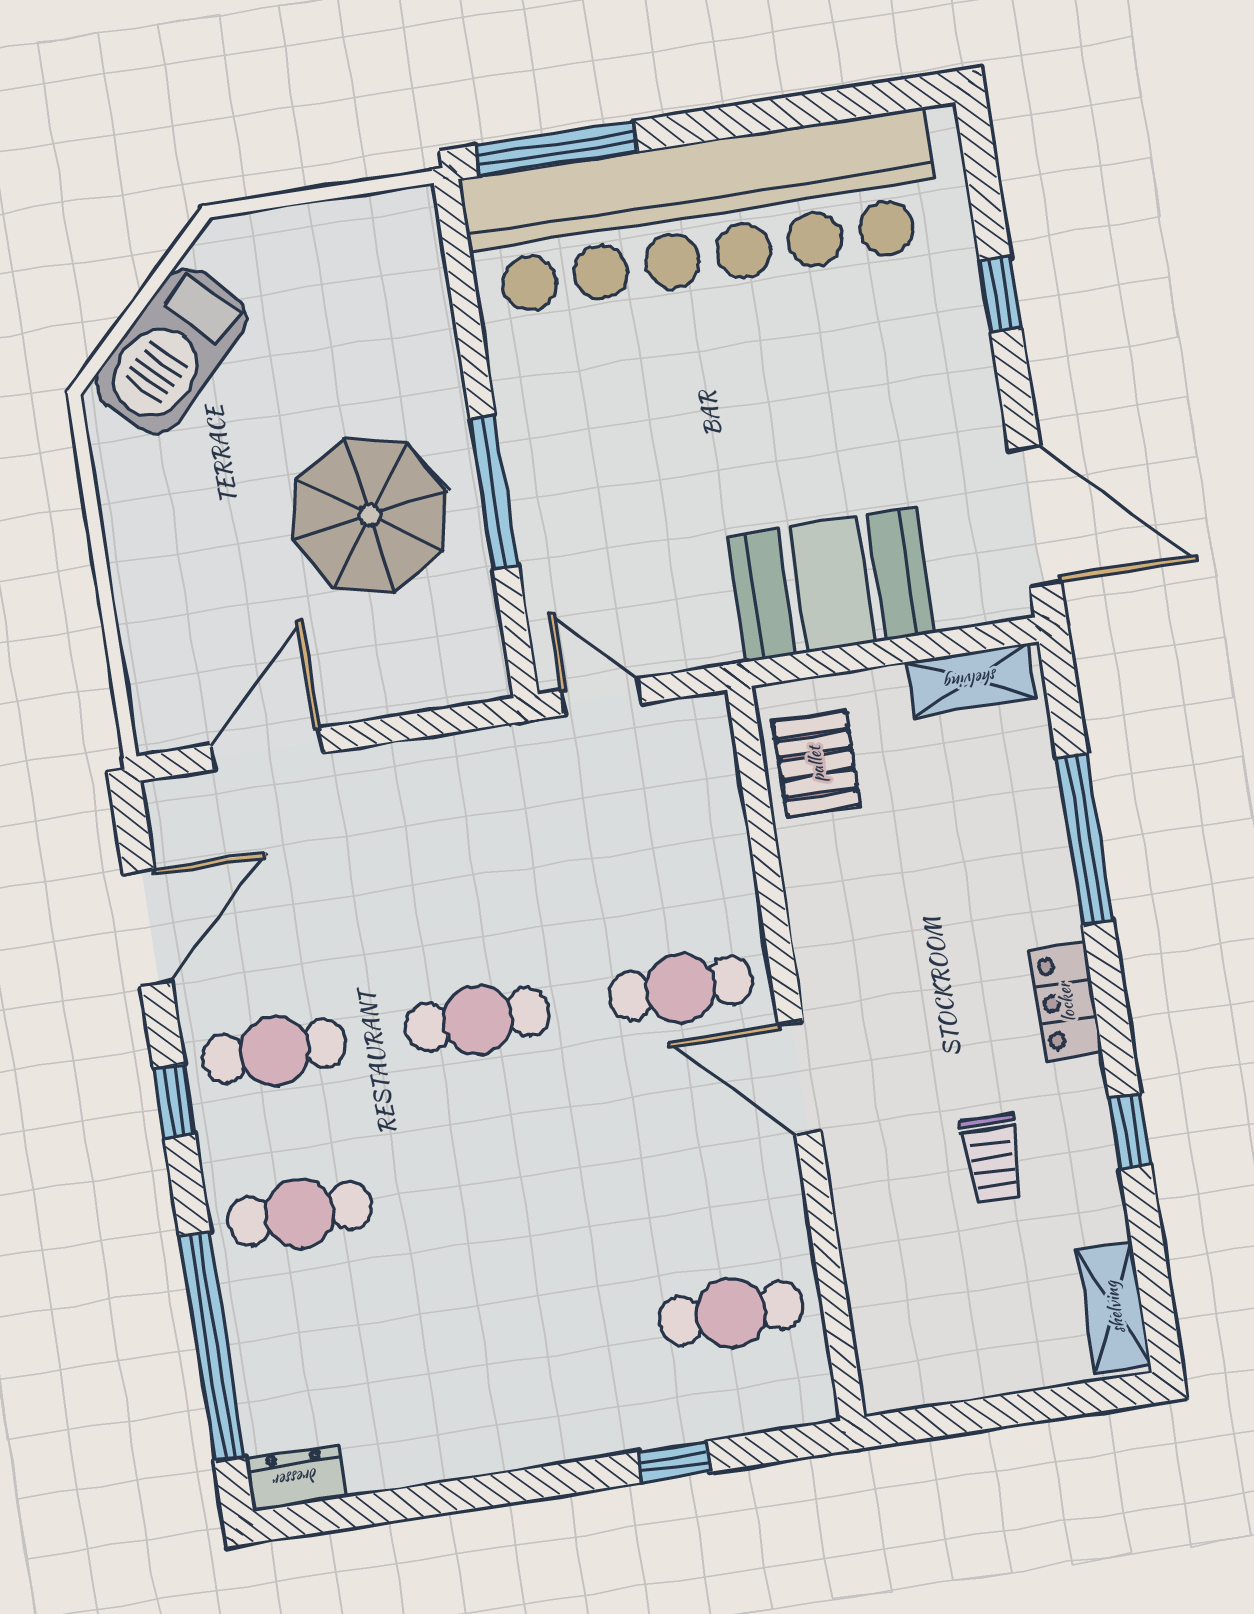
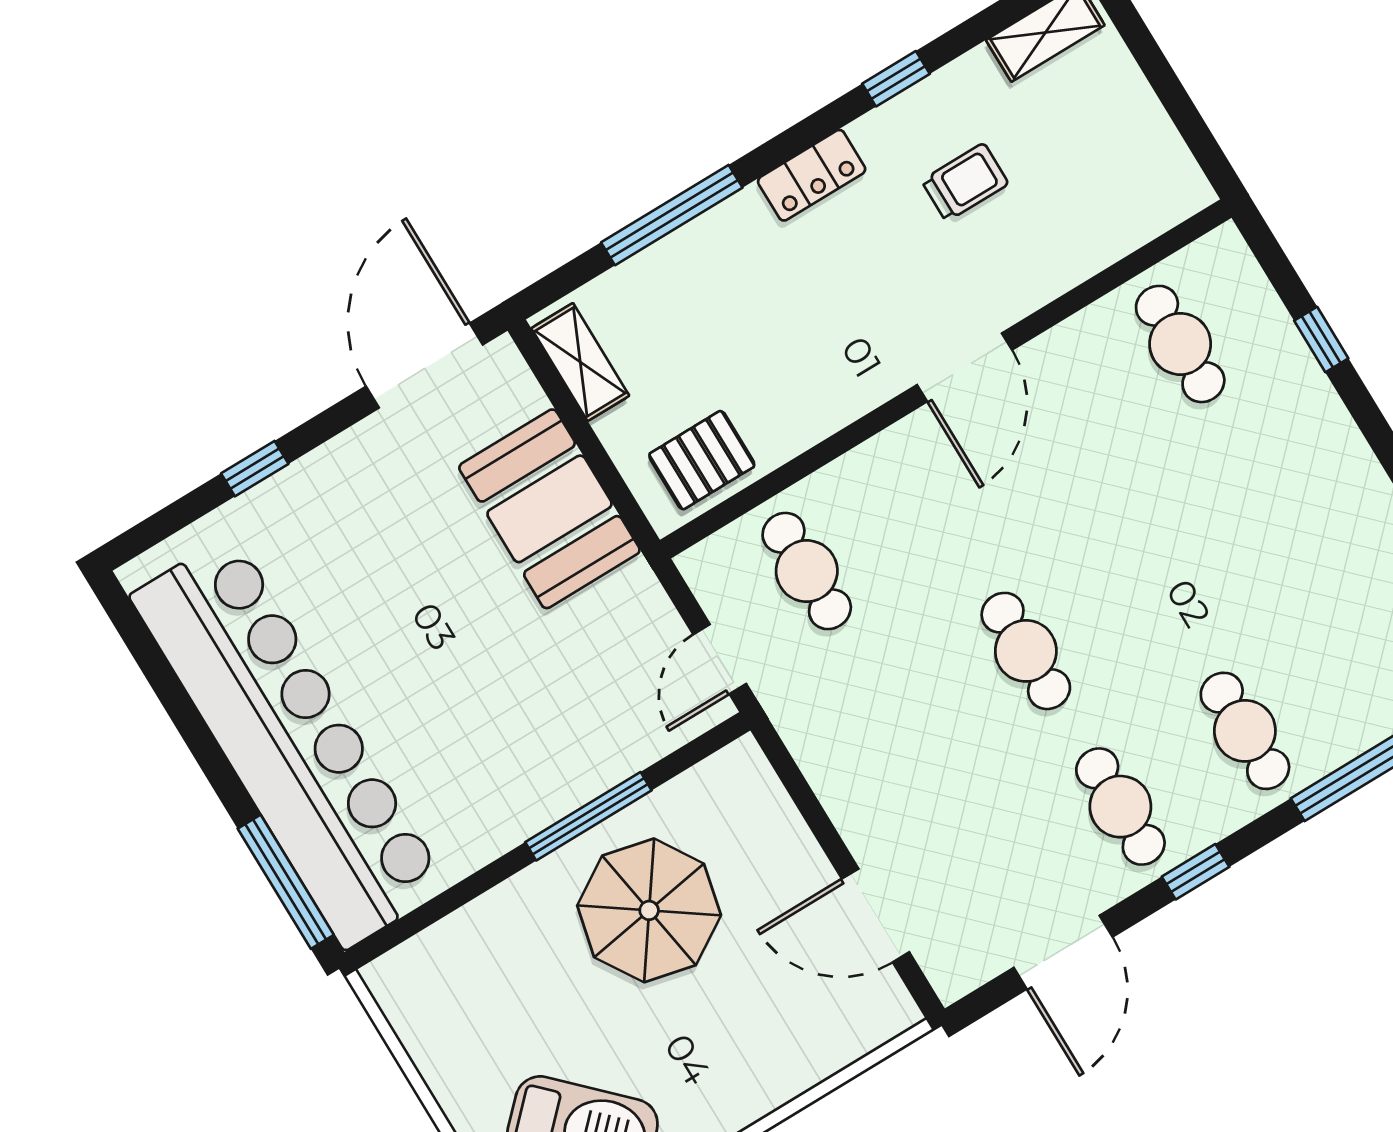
door: (147, 928) -> (1063, 952), swing flipped
cafe table: (681, 988) -> (807, 571), moved

